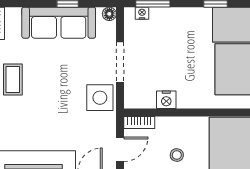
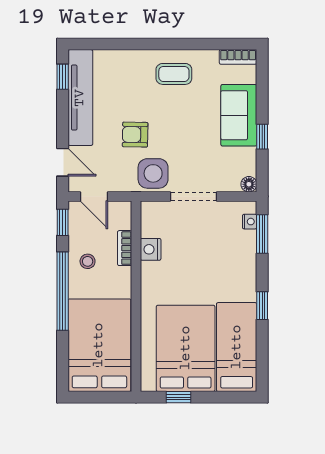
sofa: (59, 23) -> (239, 115), width x0.73
armchair: (66, 113) -> (135, 135), added
bookcase: (139, 123) -> (125, 248), moved

